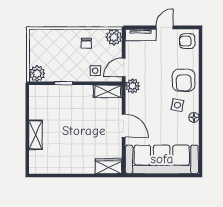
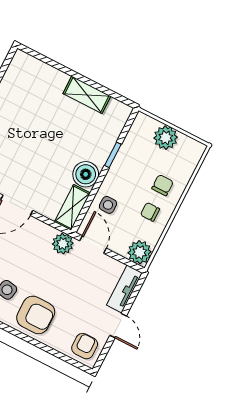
chair: (66, 44) -> (163, 185), added
plant: (37, 74) -> (166, 138), moved
armchair: (184, 80) -> (36, 315), turned 180
boiler: (84, 94) -> (86, 174), added
shelving: (36, 135) -> (87, 95), moved

